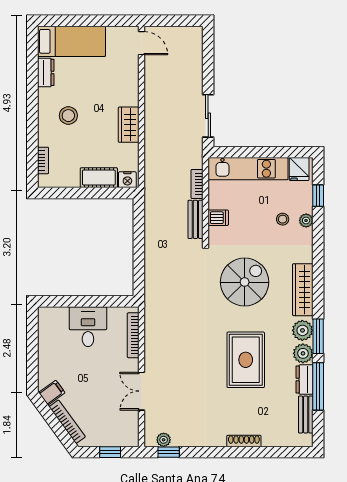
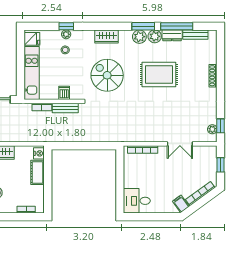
window: (318, 196) -> (66, 26), moved
wardrobe: (303, 290) -> (106, 37), width x0.67
desk: (88, 327) -> (137, 201), moved

